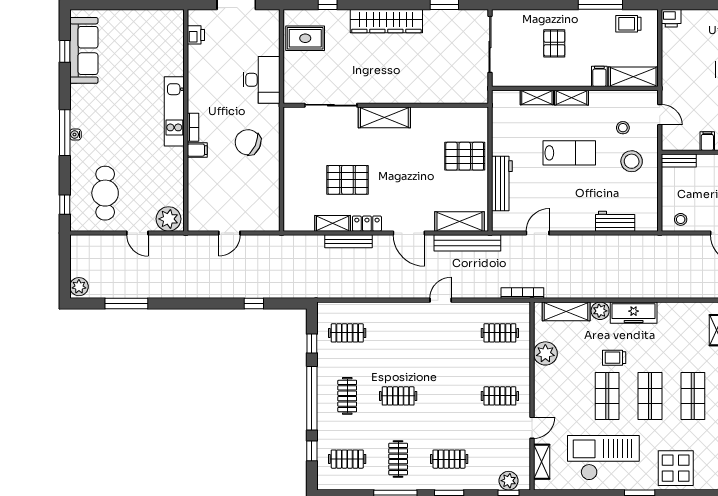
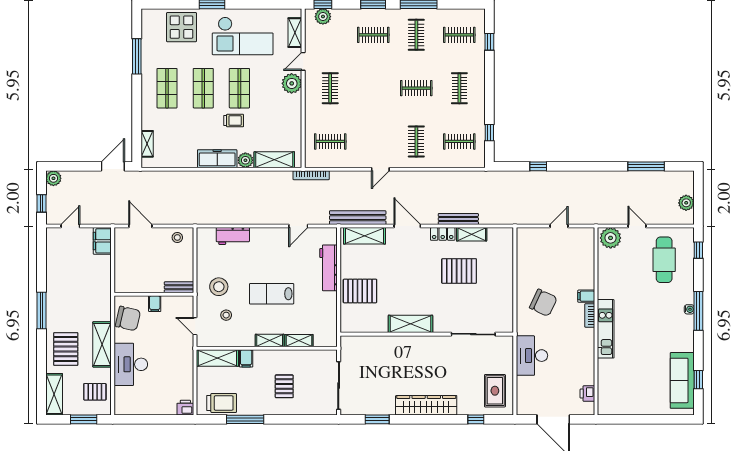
trolley: (628, 24) -> (222, 403), width x1.36, depth x1.39
rug: (305, 38) -> (495, 391), turned 90
shelving: (384, 117) -> (410, 324), moved
plant: (79, 287) -> (686, 203), moved
clothes rail: (398, 333) -> (416, 141), added
plant: (545, 353) -> (292, 83), moved
clothes rail: (500, 396) -> (330, 88), turned 90
window: (312, 398) -> (489, 86), removed

